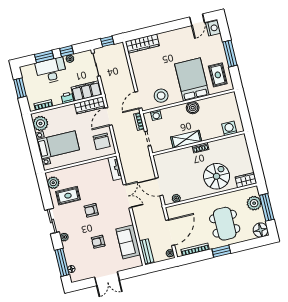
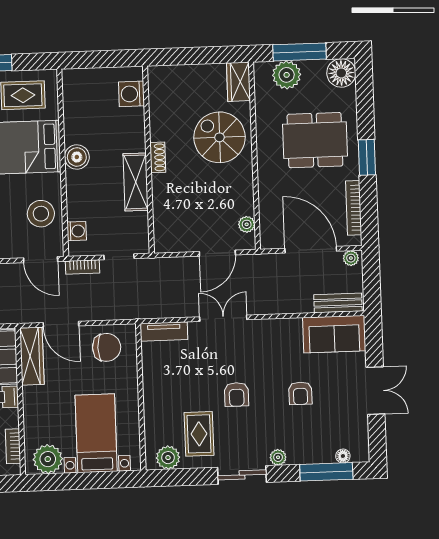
sofa: (128, 242) -> (334, 334), moved

